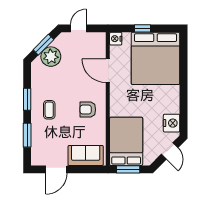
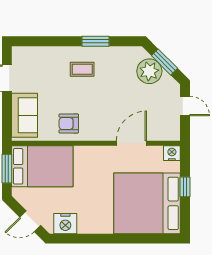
armchair: (88, 110) -> (69, 123), moved, turned -90
window: (27, 135) -> (50, 41), removed

